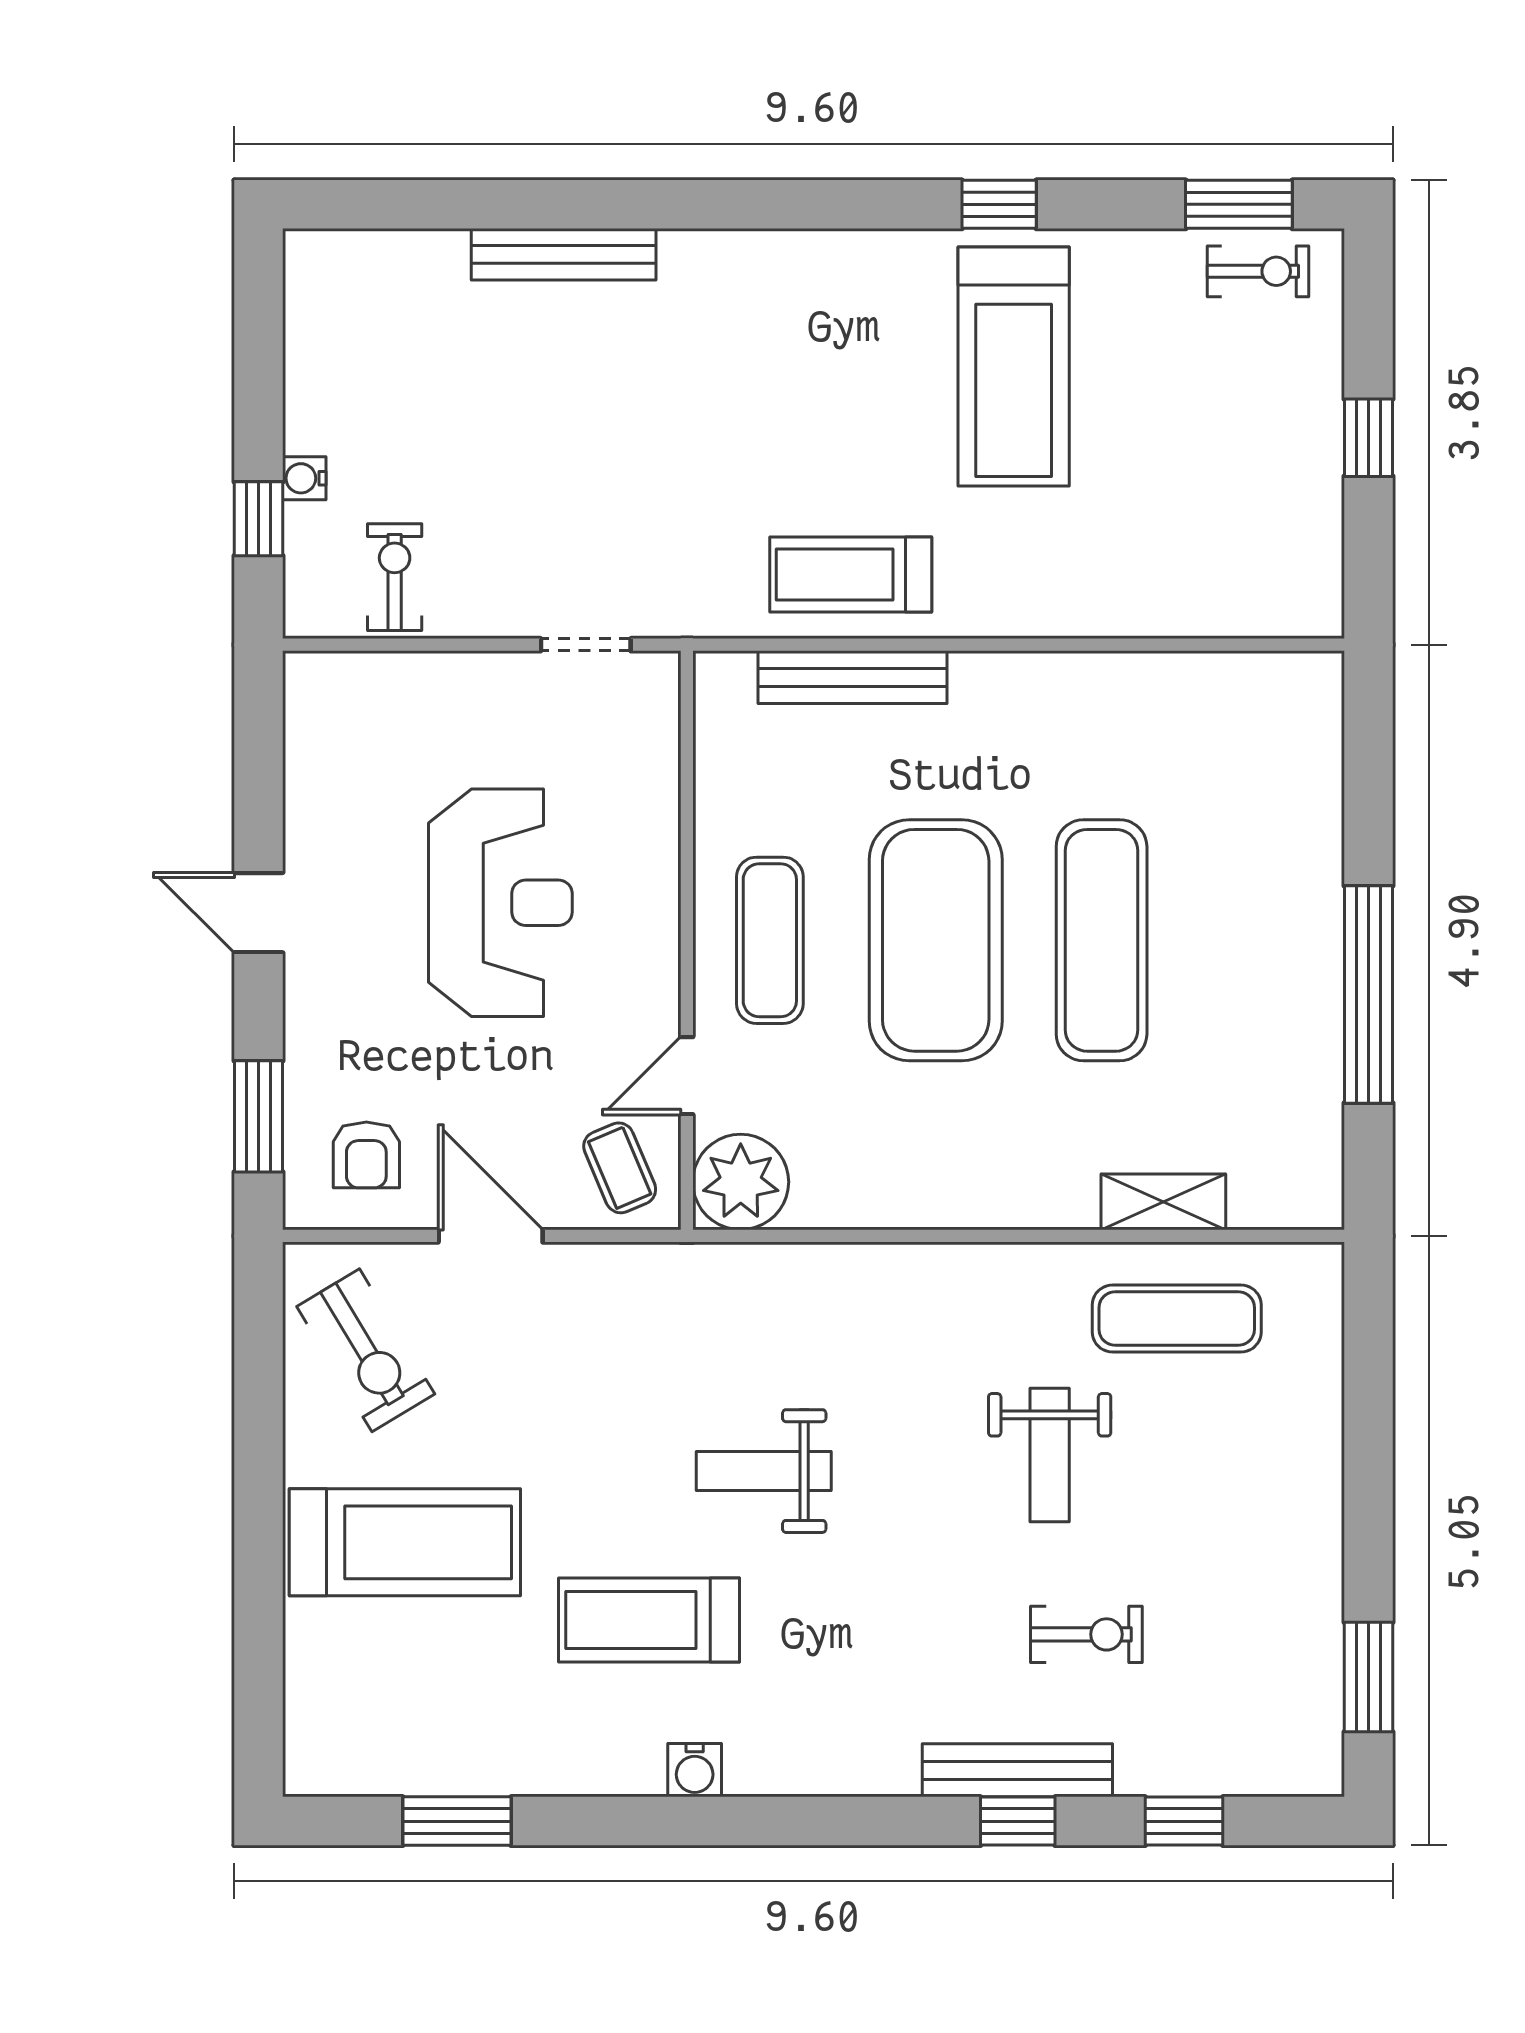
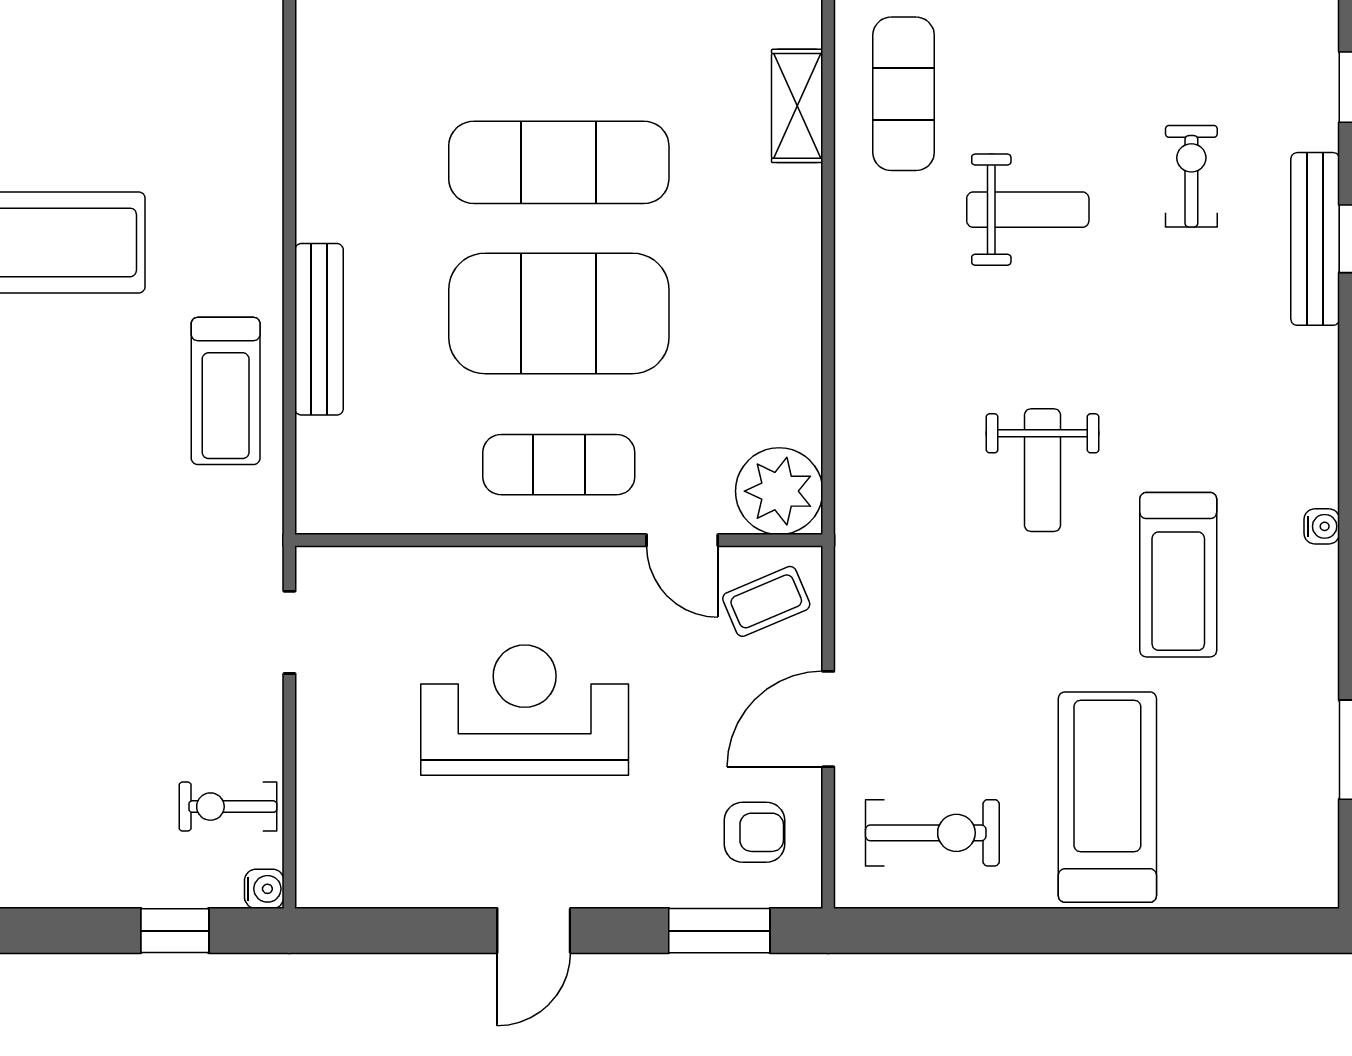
water cooler: (304, 478) -> (264, 889), moved, turned -90
bench: (853, 677) -> (319, 329), moved
exercise bike: (366, 1350) -> (932, 833), turned 31
water cooler: (695, 1770) -> (1322, 526), width x0.72, depth x0.72

